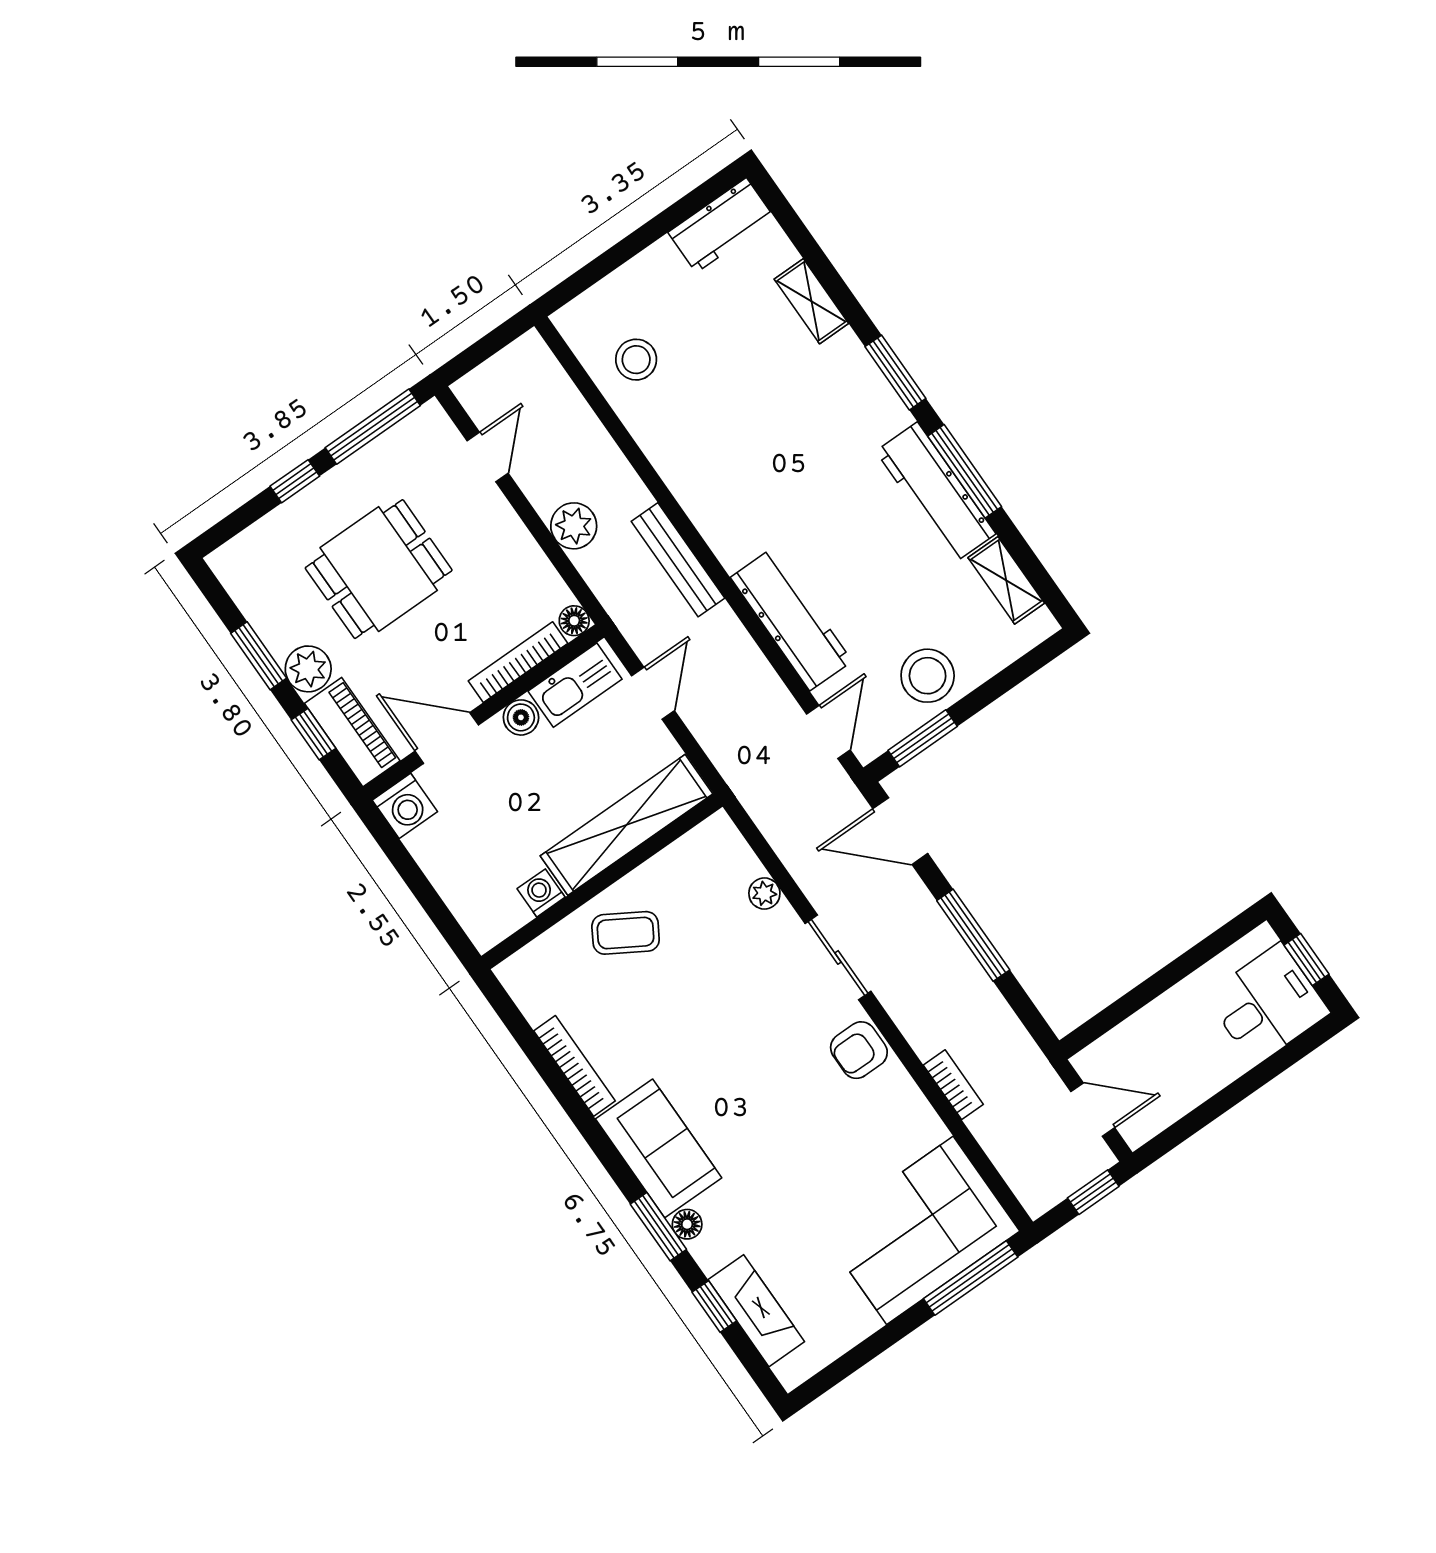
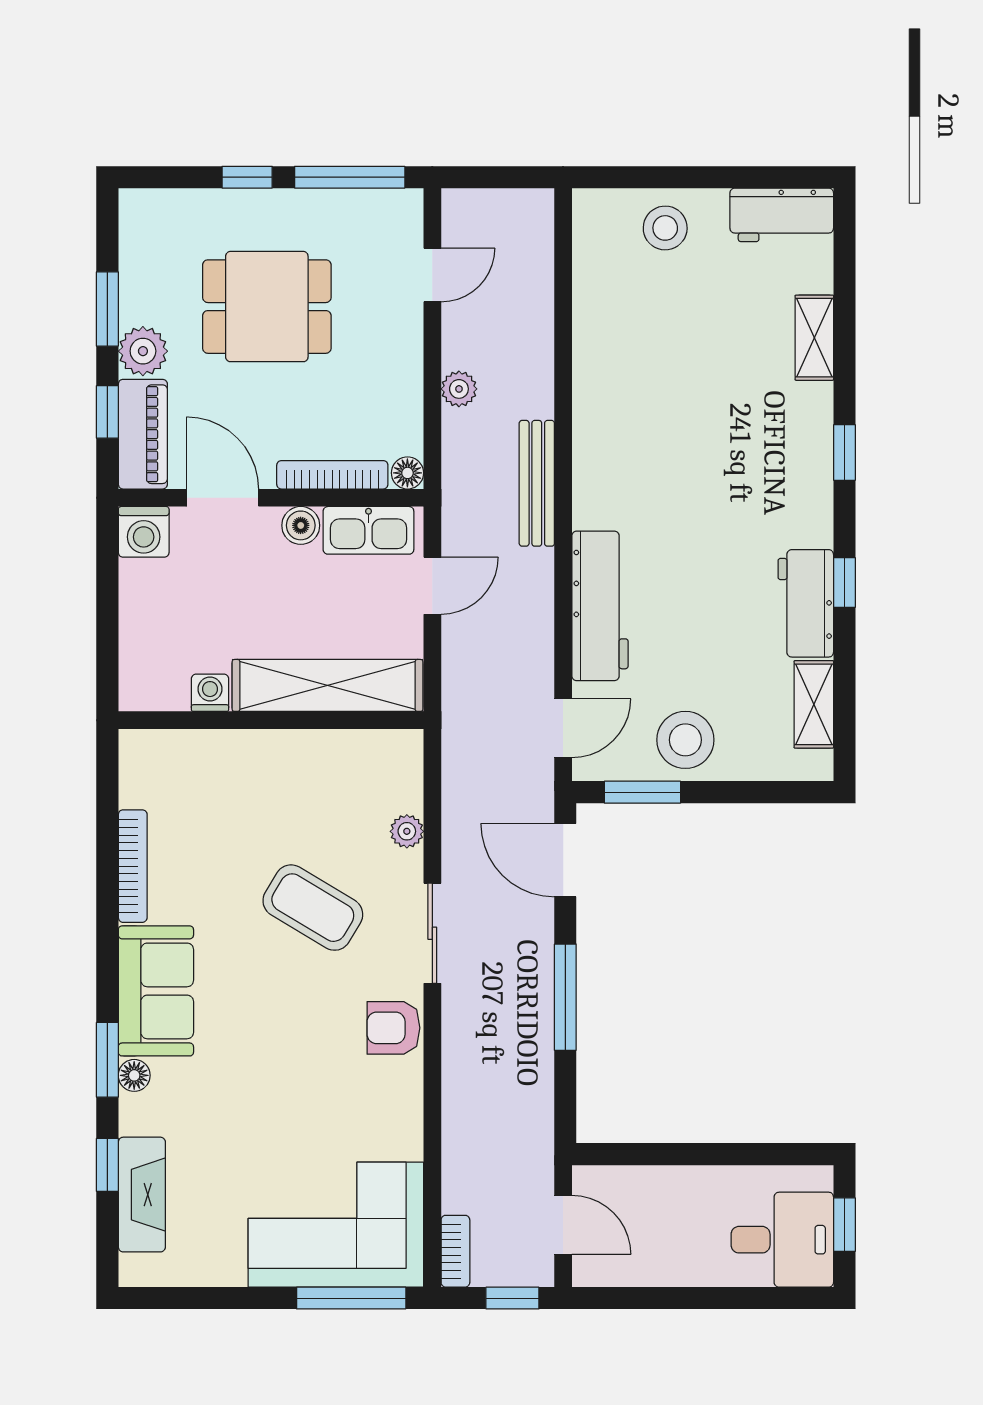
stool: (636, 360) -> (665, 228), moved
window: (895, 373) -> (844, 452), width x0.67
window: (965, 471) -> (844, 582), width x0.46
workbench: (936, 493) -> (806, 603), width x0.73
plant: (574, 526) -> (459, 389), width x0.73, depth x0.73
coffee table: (626, 933) -> (313, 908), moved, width x1.36, depth x1.30
bookcase: (953, 1085) -> (455, 1251), moved

